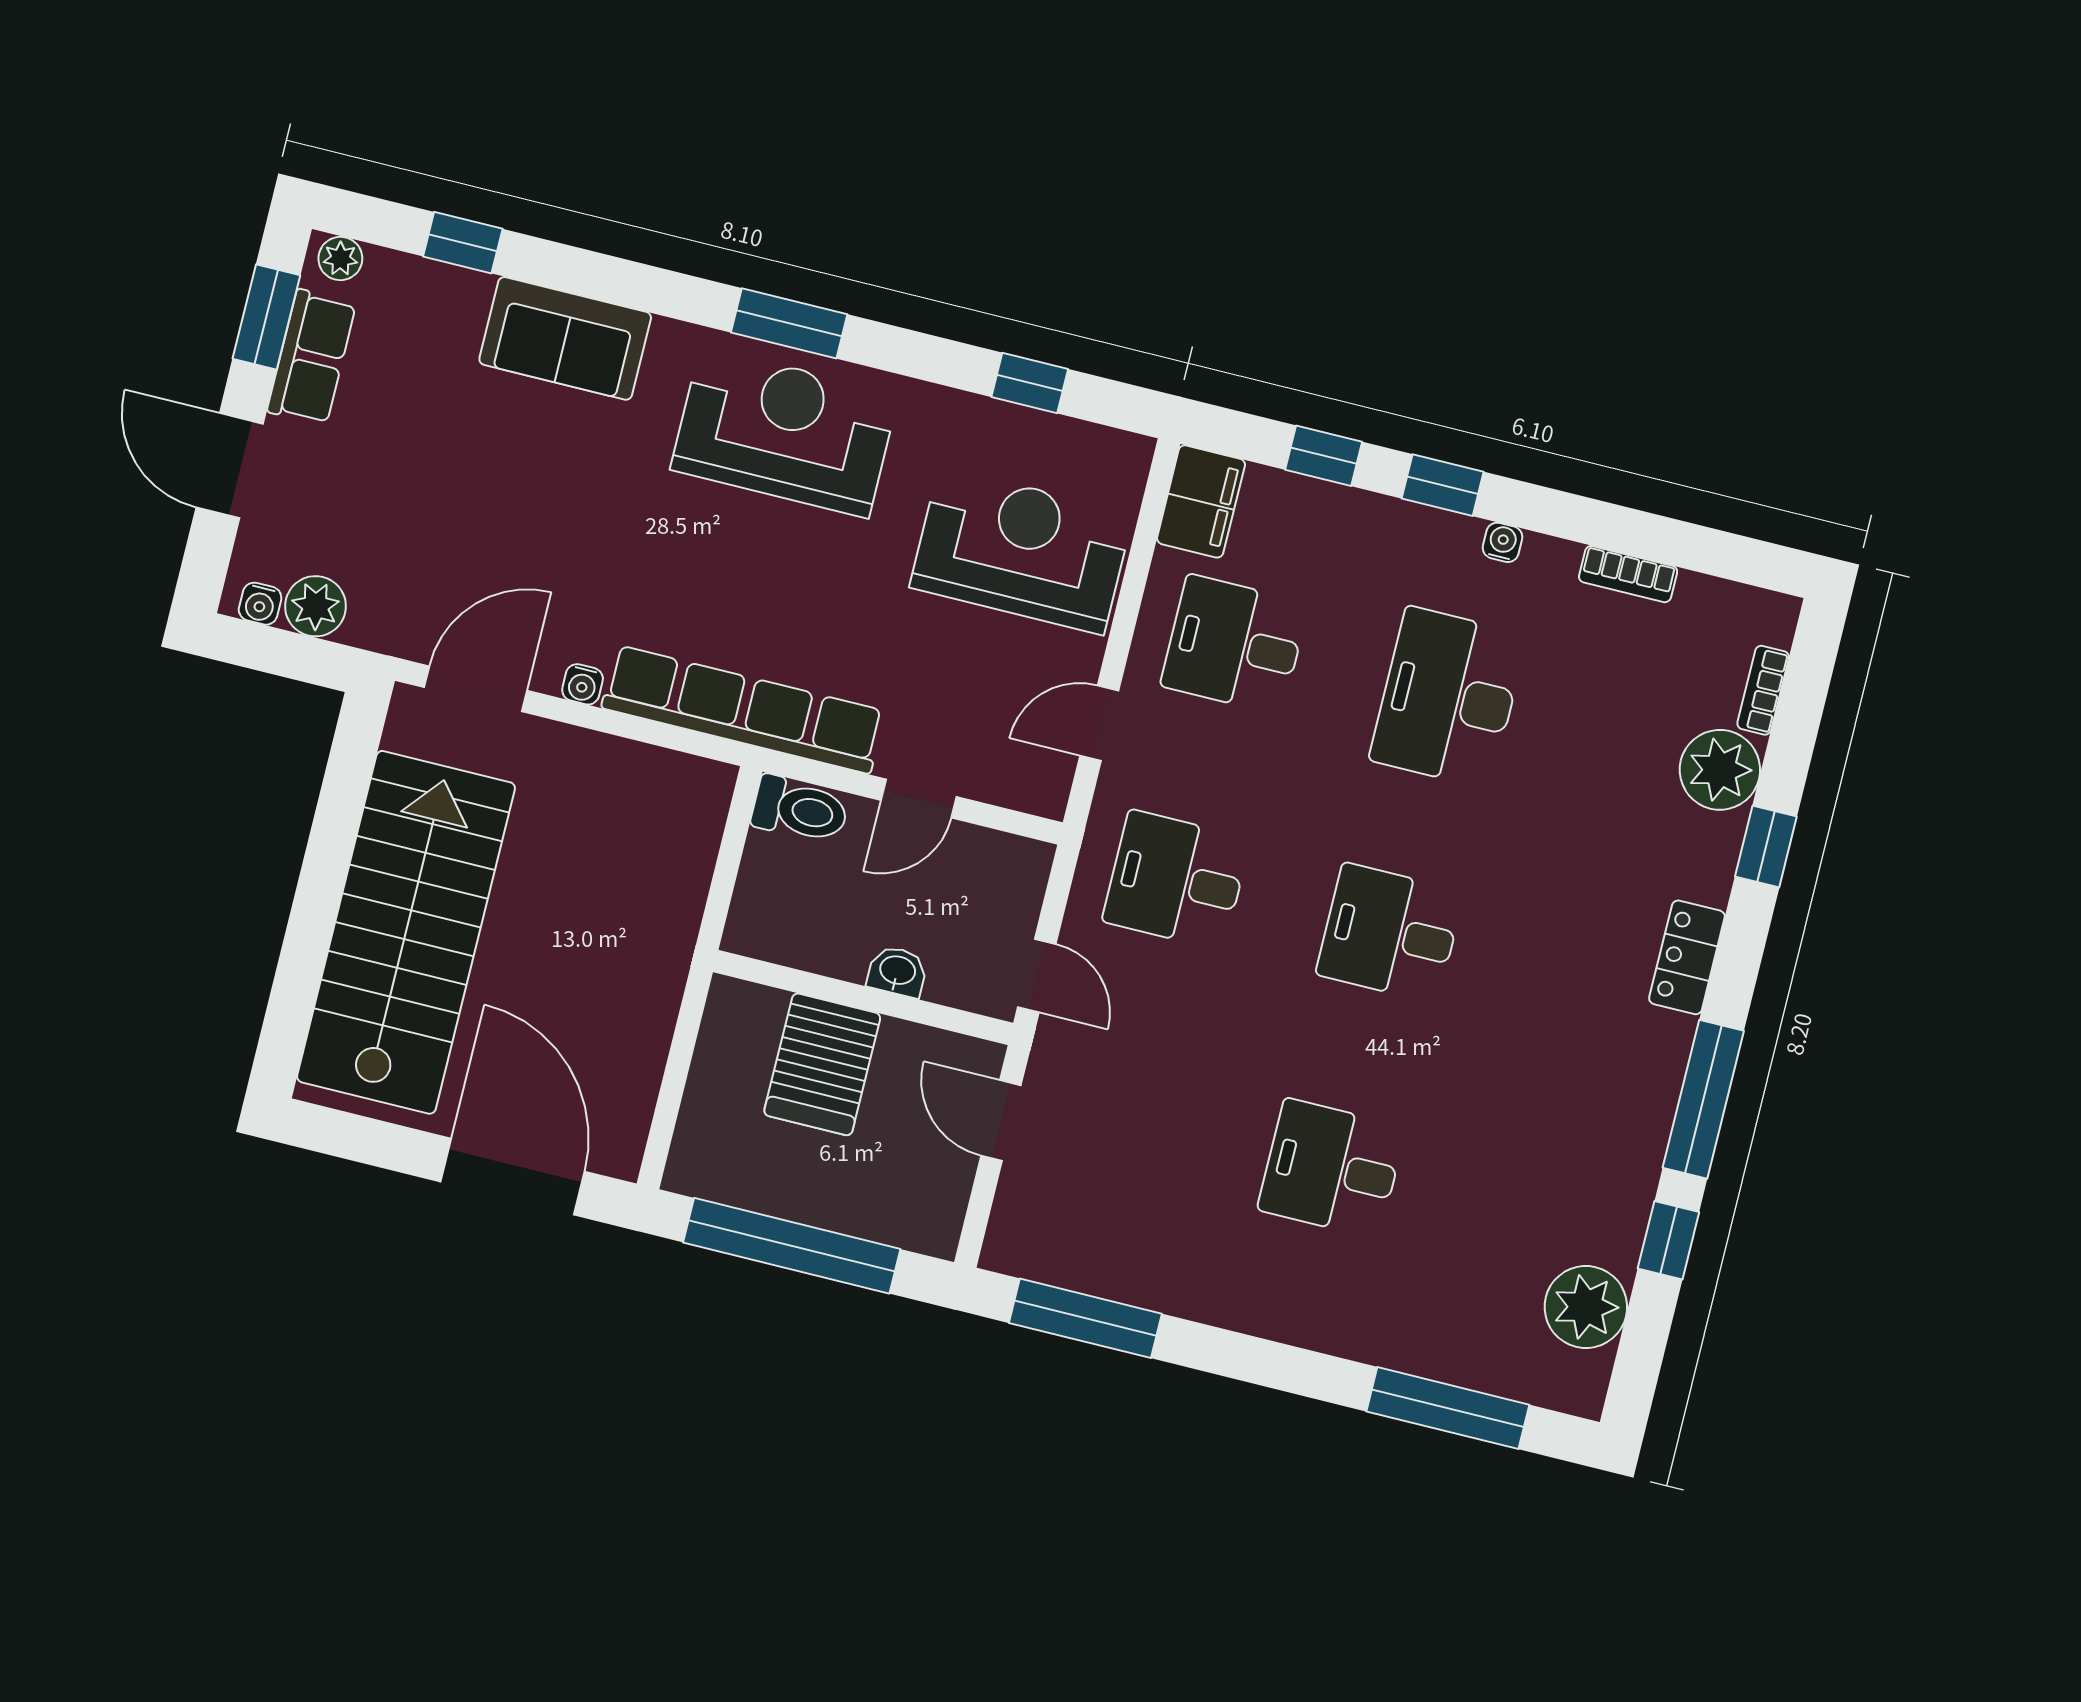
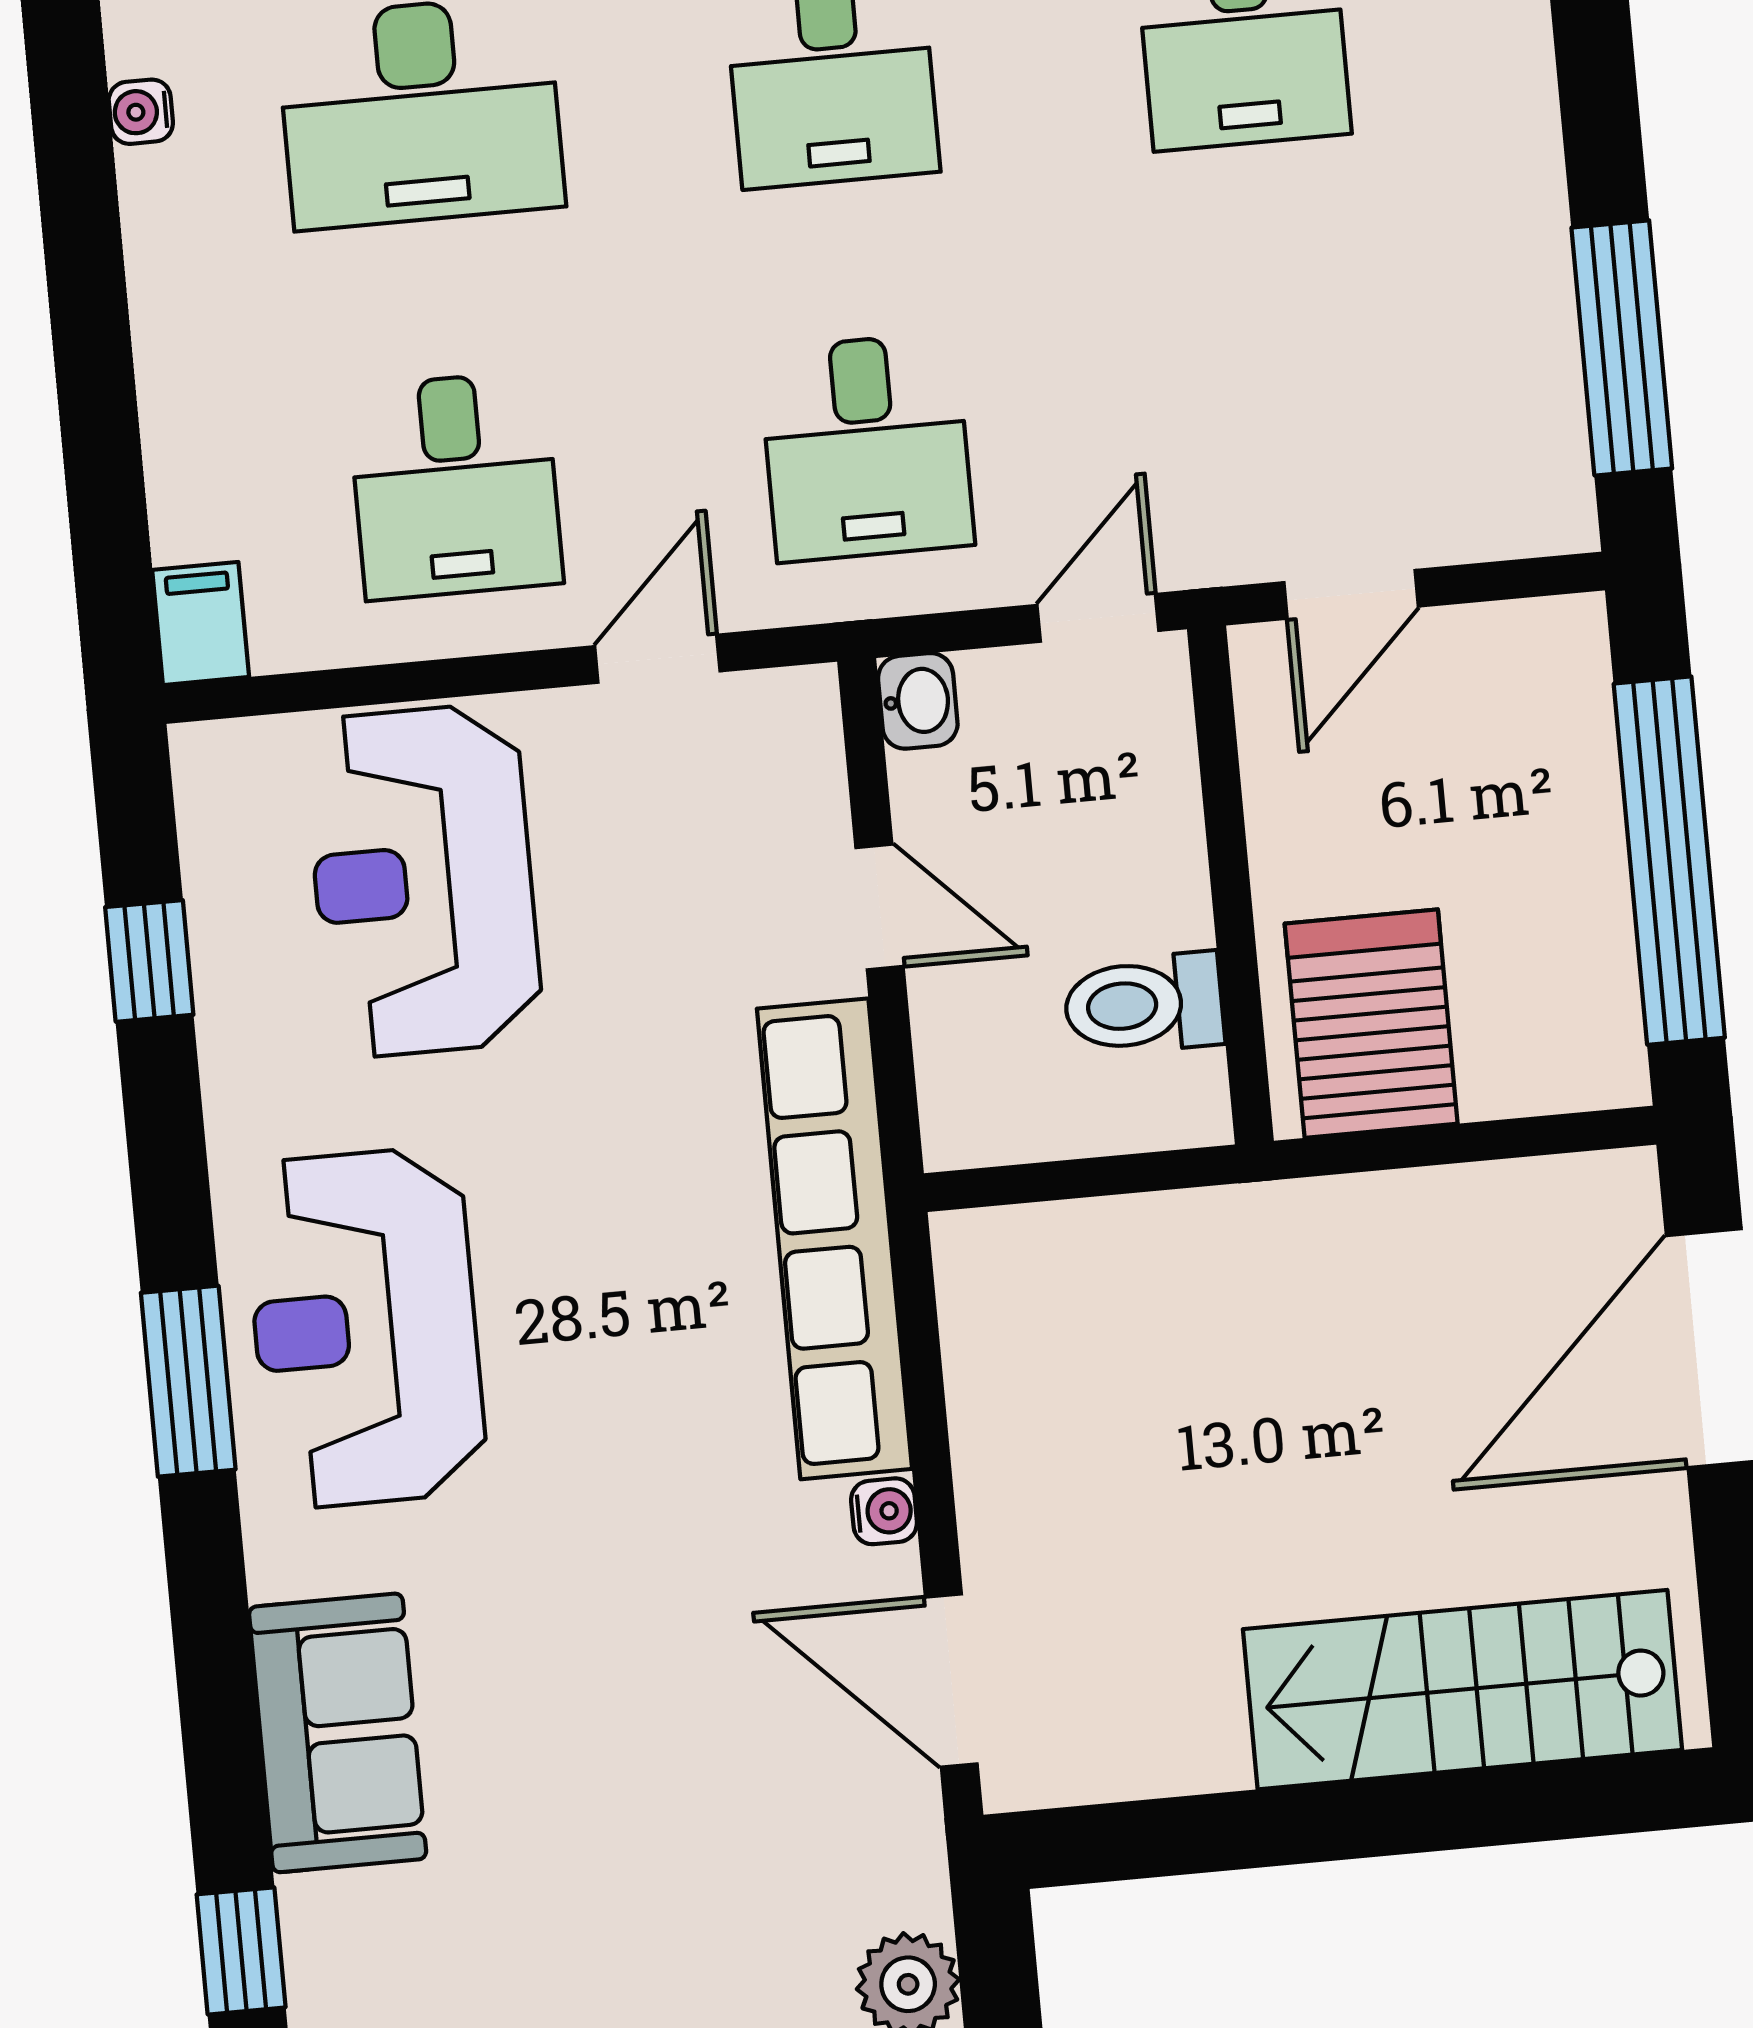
window: (1324, 456) -> (102, 448), removed
window: (1443, 485) -> (82, 240), removed
filing cabinet: (1201, 501) -> (201, 623), width x0.50
door: (1099, 723) -> (657, 659), swing flipped
toilet: (800, 810) -> (1144, 1004), moved, turned -90
stairs: (406, 932) -> (1463, 1690), width x0.73, depth x0.66
washbasin: (897, 971) -> (918, 701), moved, turned 180
server rack: (822, 1064) -> (1371, 1024), moved, turned -90

